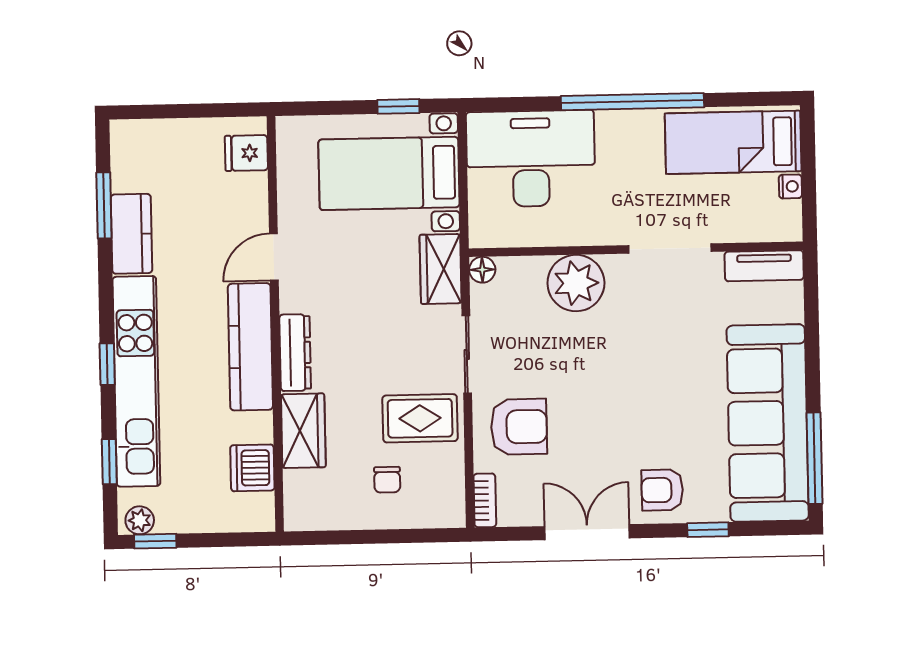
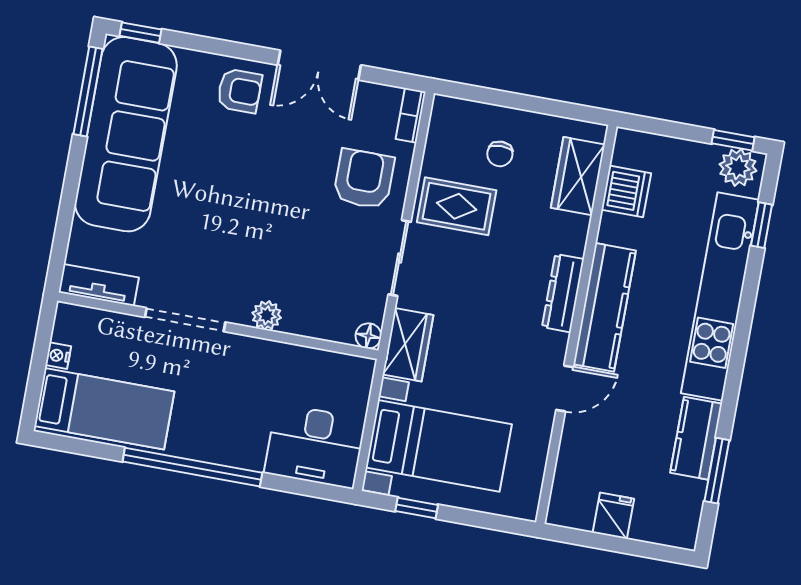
fridge: (246, 153) -> (613, 516), moved, turned -90
desk: (531, 159) -> (315, 446), width x0.73, depth x0.77
plant: (576, 283) -> (267, 315), width x0.53, depth x0.53
window: (107, 364) -> (745, 319), removed
armchair: (519, 427) -> (364, 179), turned 90
wardrobe: (303, 431) -> (578, 176), moved
chair: (387, 480) -> (500, 154), turned 180
plant: (140, 520) -> (738, 167), width x1.38, depth x1.38
window: (708, 530) -> (140, 33), moved

